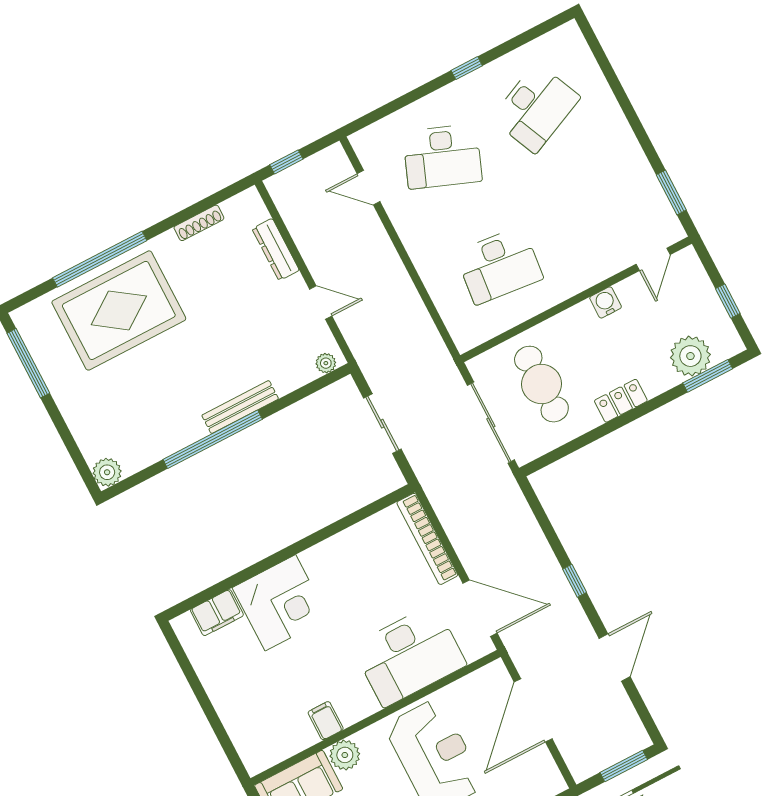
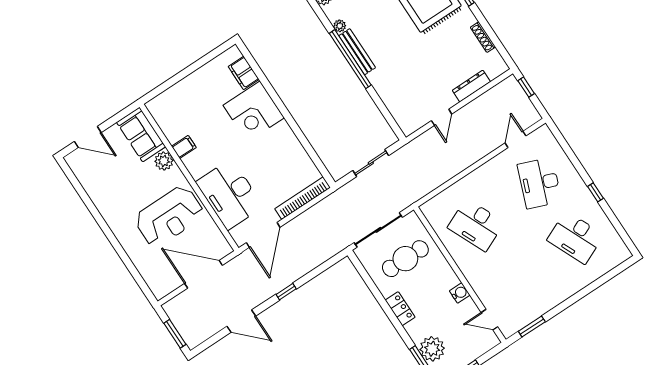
desk: (499, 265) -> (476, 225), turned -30
plant: (326, 363) -> (340, 26), moved
bench: (240, 407) -> (357, 52), moved

